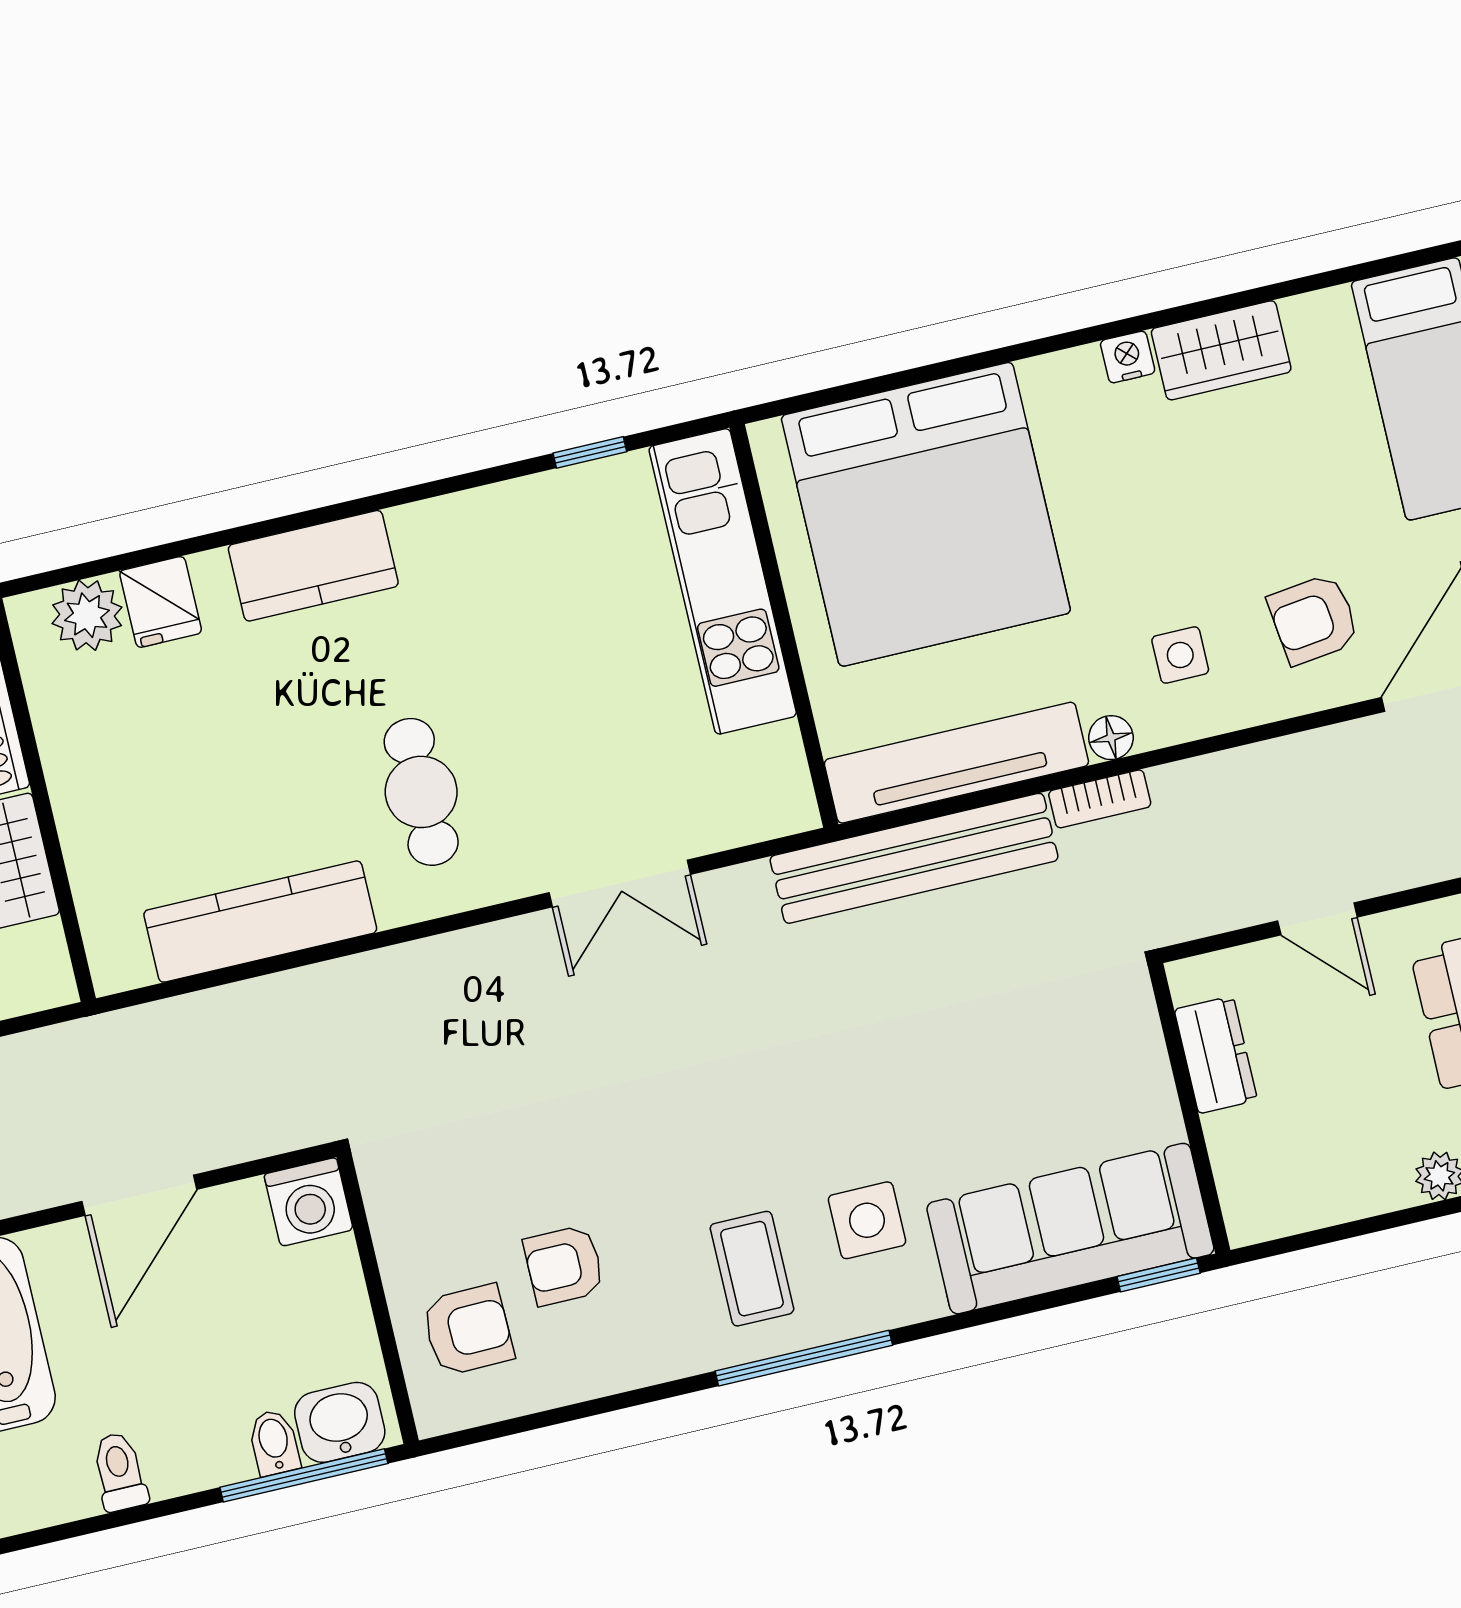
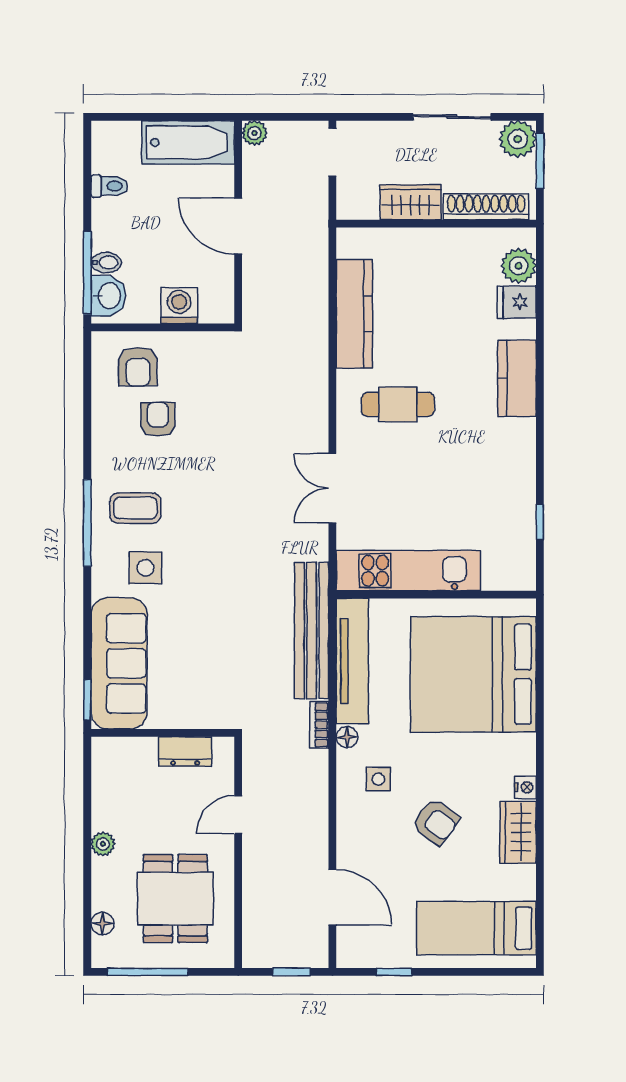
kitchen unit: (723, 581) -> (408, 571), moved
armchair: (1314, 619) -> (436, 822), moved, turned 133
washing machine: (308, 1202) -> (179, 305), moved, turned 90

